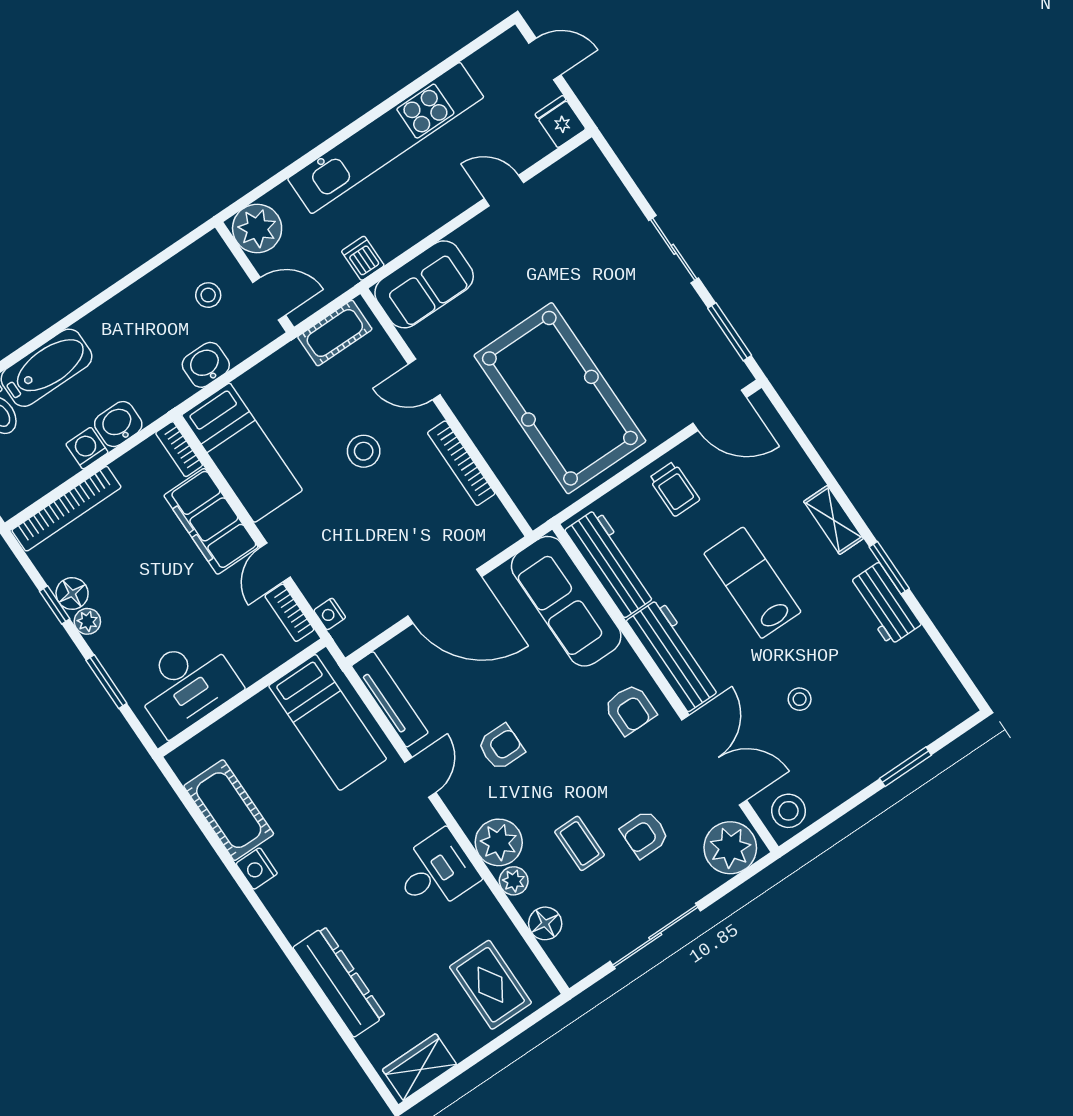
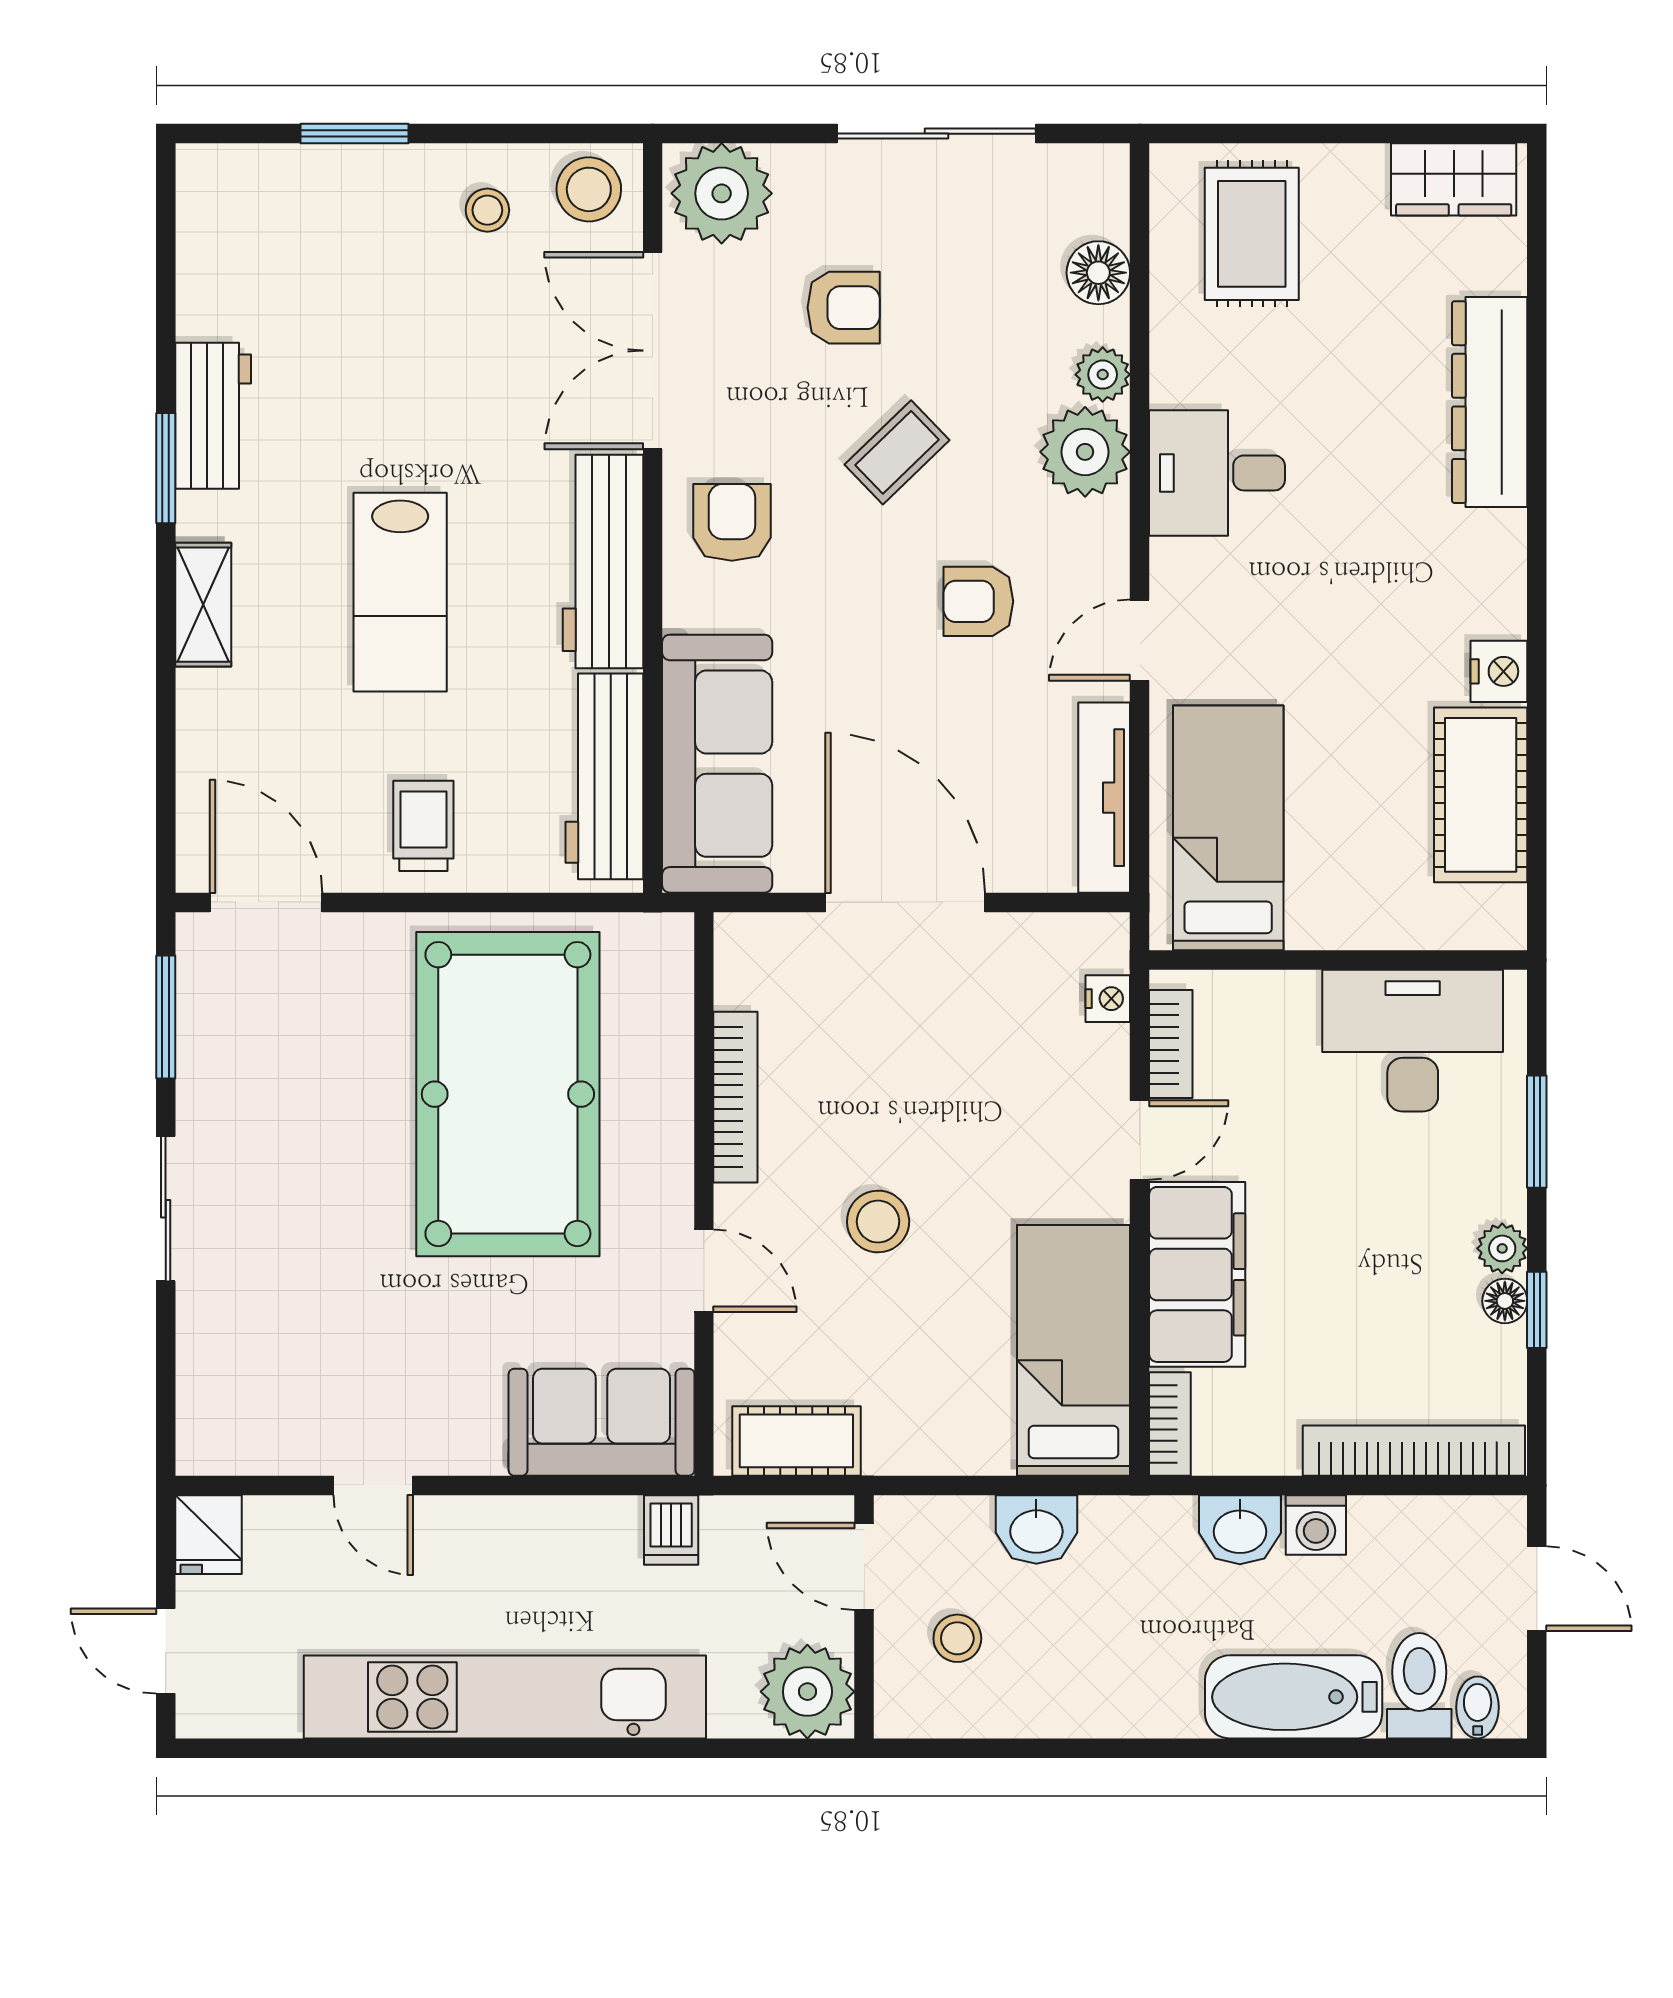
floor lamp: (72, 594) -> (1505, 1301), width x0.73, depth x0.73
stool: (800, 699) -> (487, 210), moved
coffee table: (580, 843) -> (897, 452), moved, turned 46

